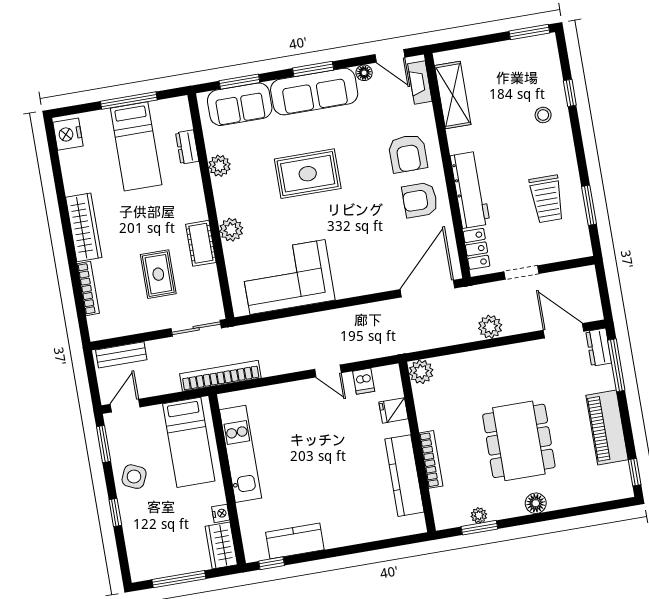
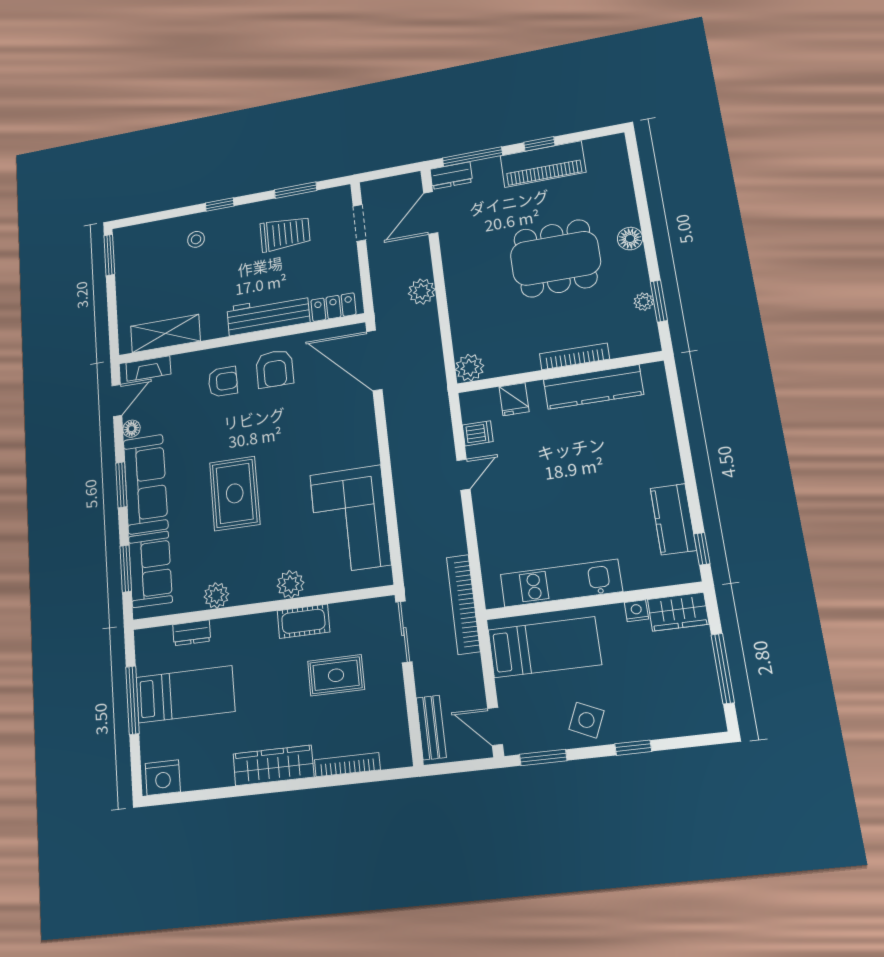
window: (570, 93) -> (220, 205), moved
armchair: (408, 153) -> (223, 382), width x0.72, depth x0.72
doorway: (522, 273) -> (359, 223), moved
window: (635, 472) -> (539, 144), moved

